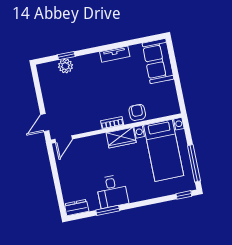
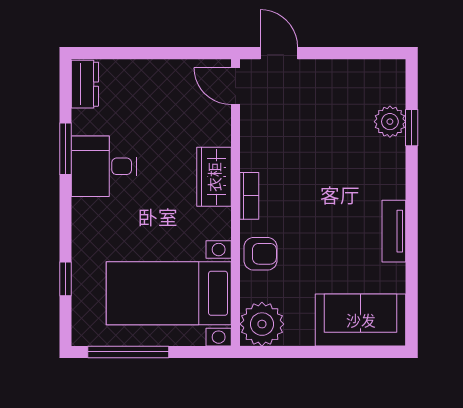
plant: (169, 105) -> (262, 324), added
wardrobe: (121, 138) -> (214, 177), moved
window: (184, 195) -> (65, 279), moved

